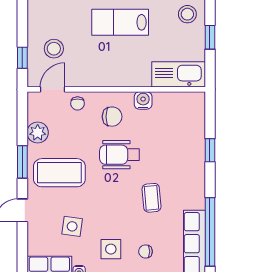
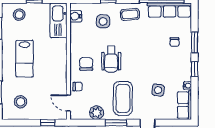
stool: (54, 49) -> (21, 102), moved
water cooler: (143, 100) -> (76, 16), moved
coffee table: (152, 198) -> (130, 14), moved
side table: (111, 249) -> (103, 21), moved

